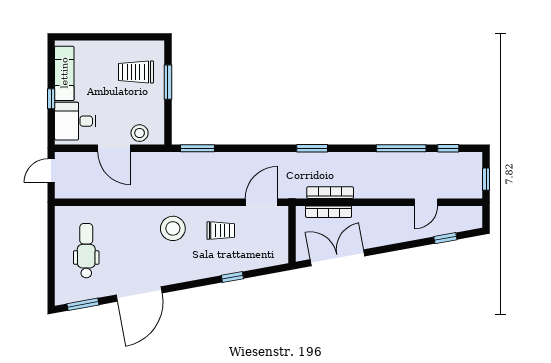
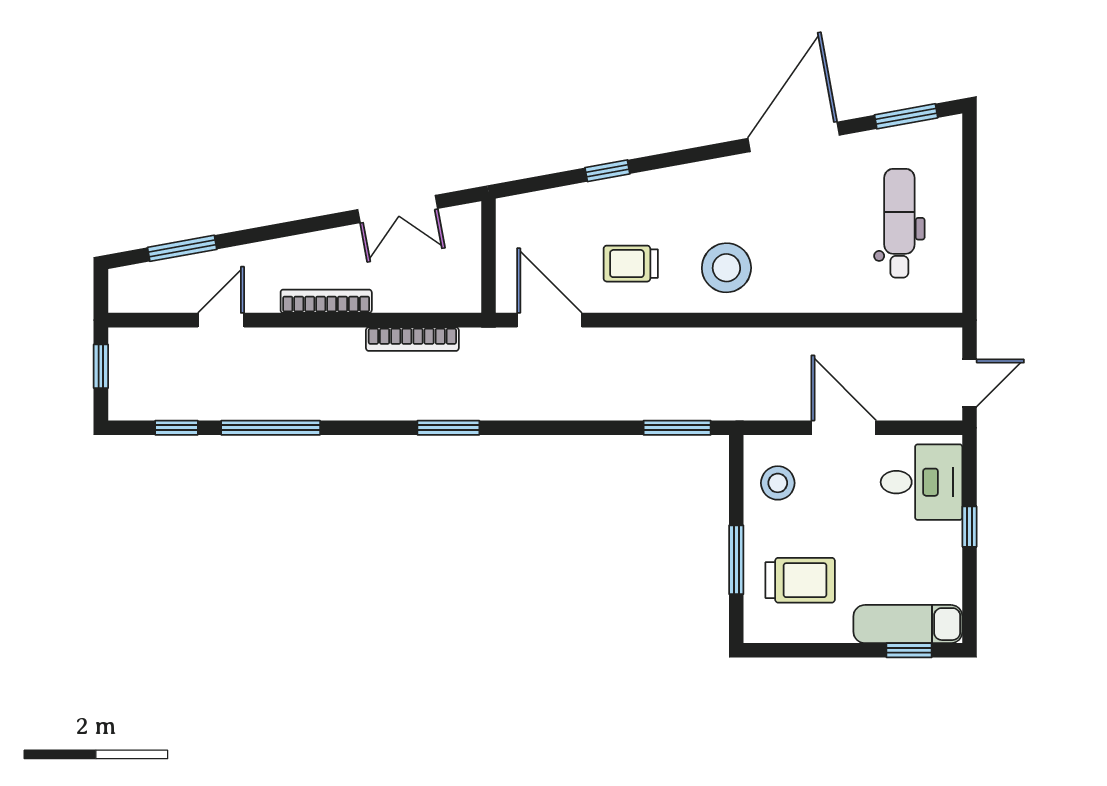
window: (81, 37) -> (909, 650), added
exam couch: (64, 73) -> (908, 624), moved, turned 90
stool: (140, 133) -> (778, 483), moved
door: (261, 202) -> (549, 320), swing flipped
bookcase: (329, 212) -> (326, 301), moved
window: (445, 238) -> (182, 248), width x1.50
dental chair: (86, 251) -> (899, 223), turned 180
double door: (337, 258) -> (398, 209), width x0.73

